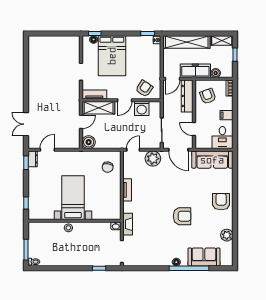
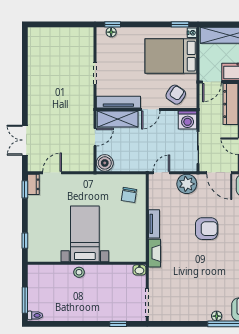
bed: (112, 56) -> (171, 56), moved, turned 90
tv unit: (94, 94) -> (118, 102), width x1.41
washing machine: (142, 108) -> (188, 120), moved
armchair: (182, 216) -> (207, 229), moved
fireplace: (128, 224) -> (155, 253), moved

